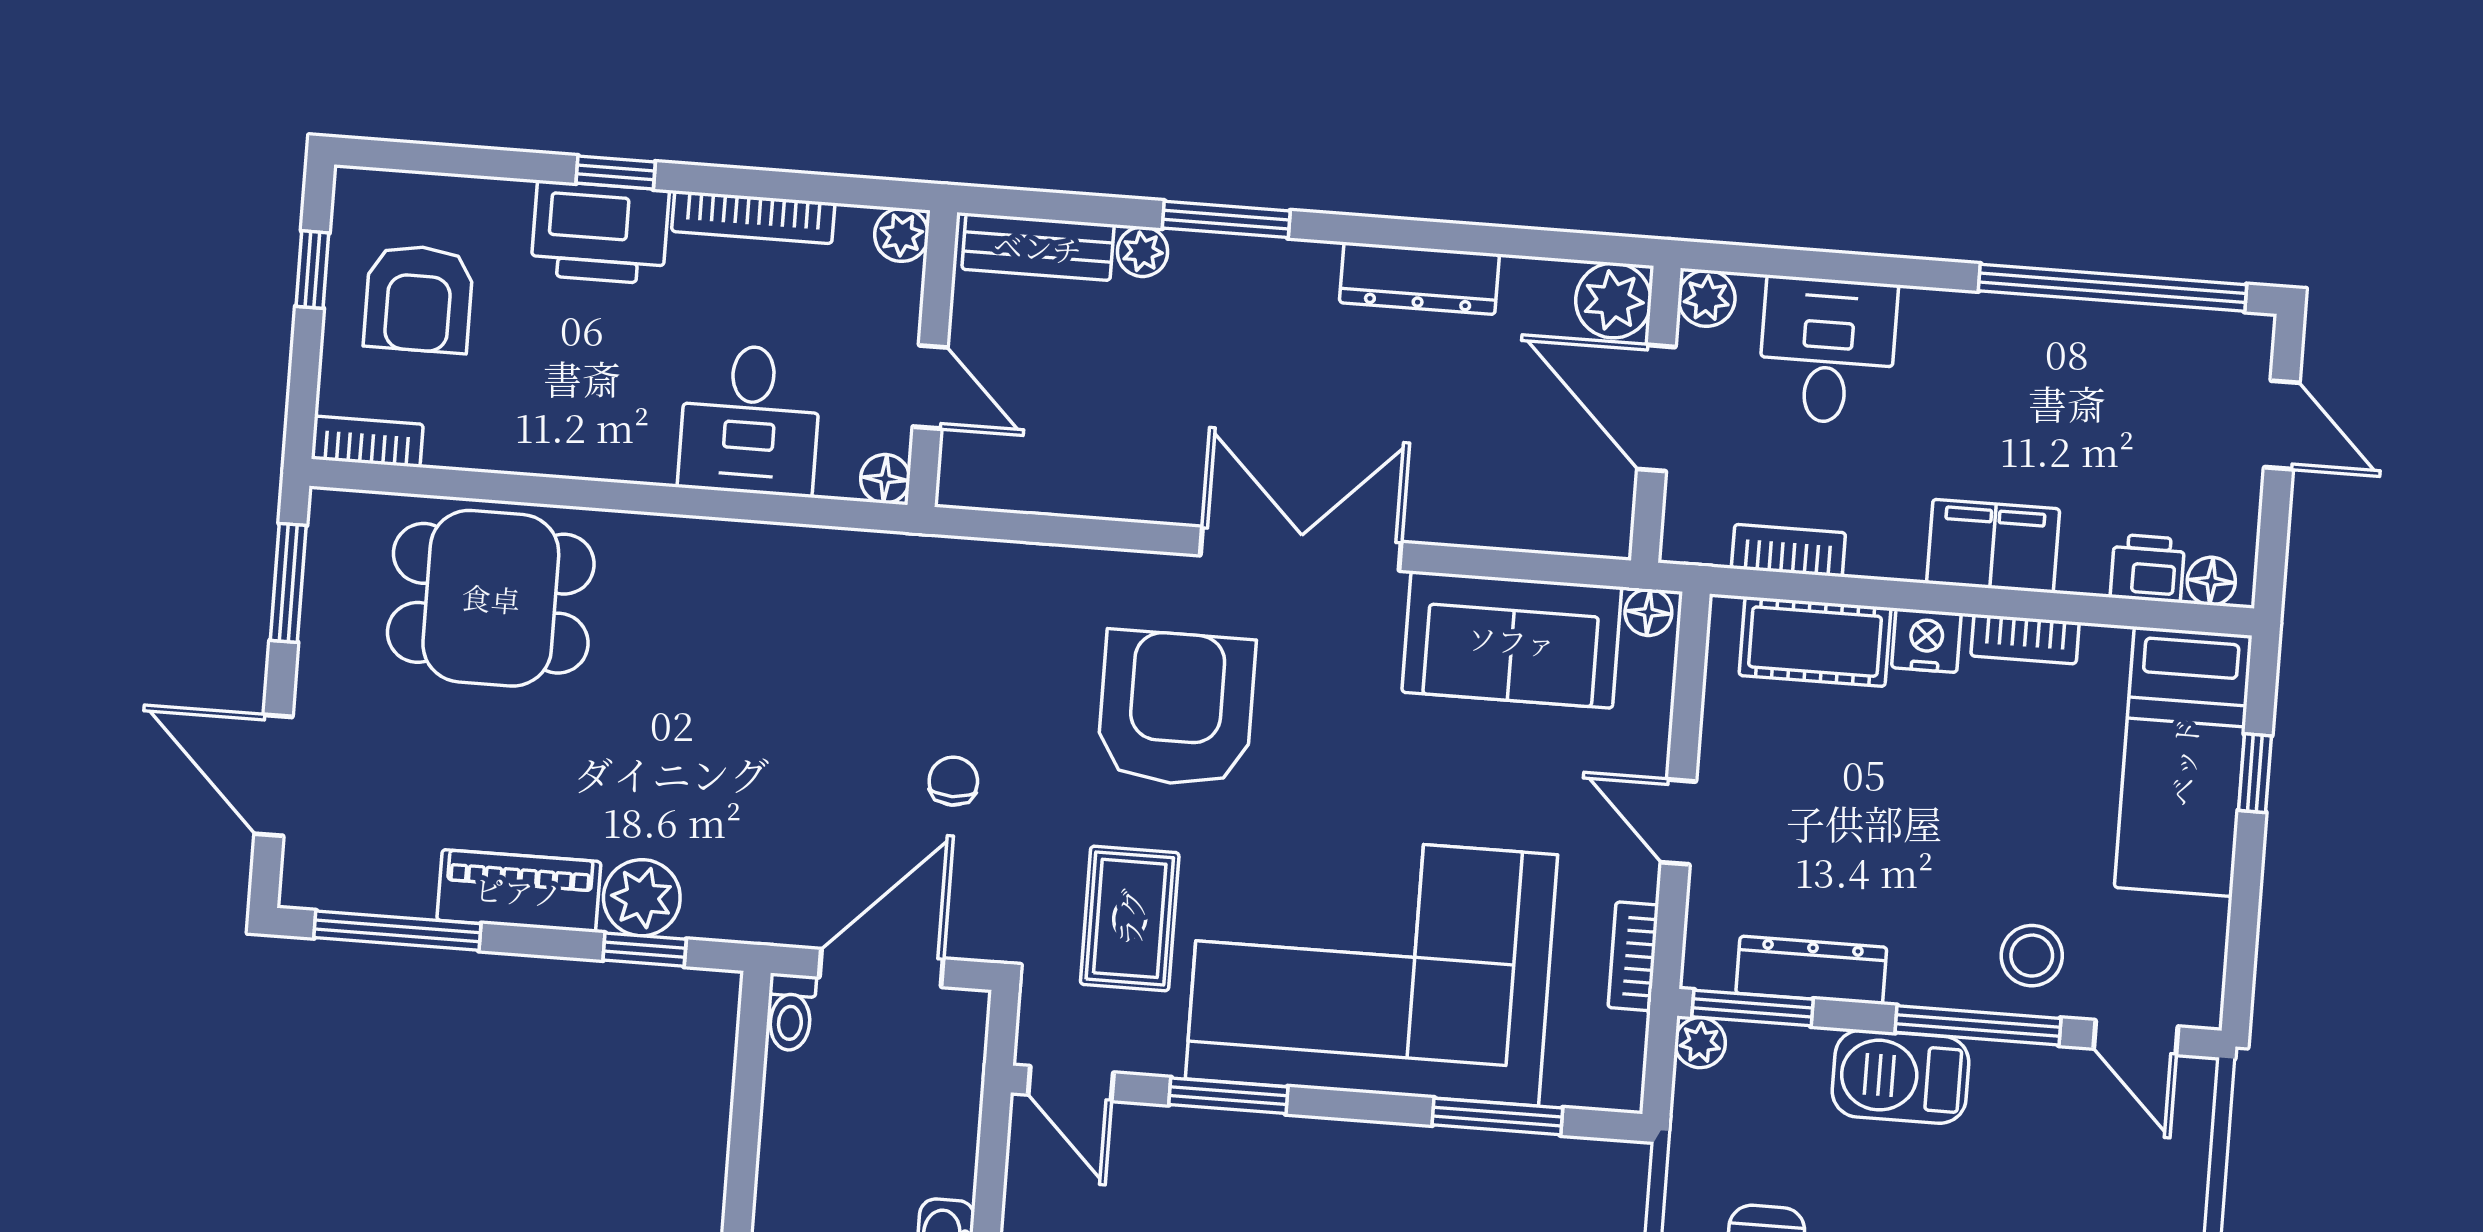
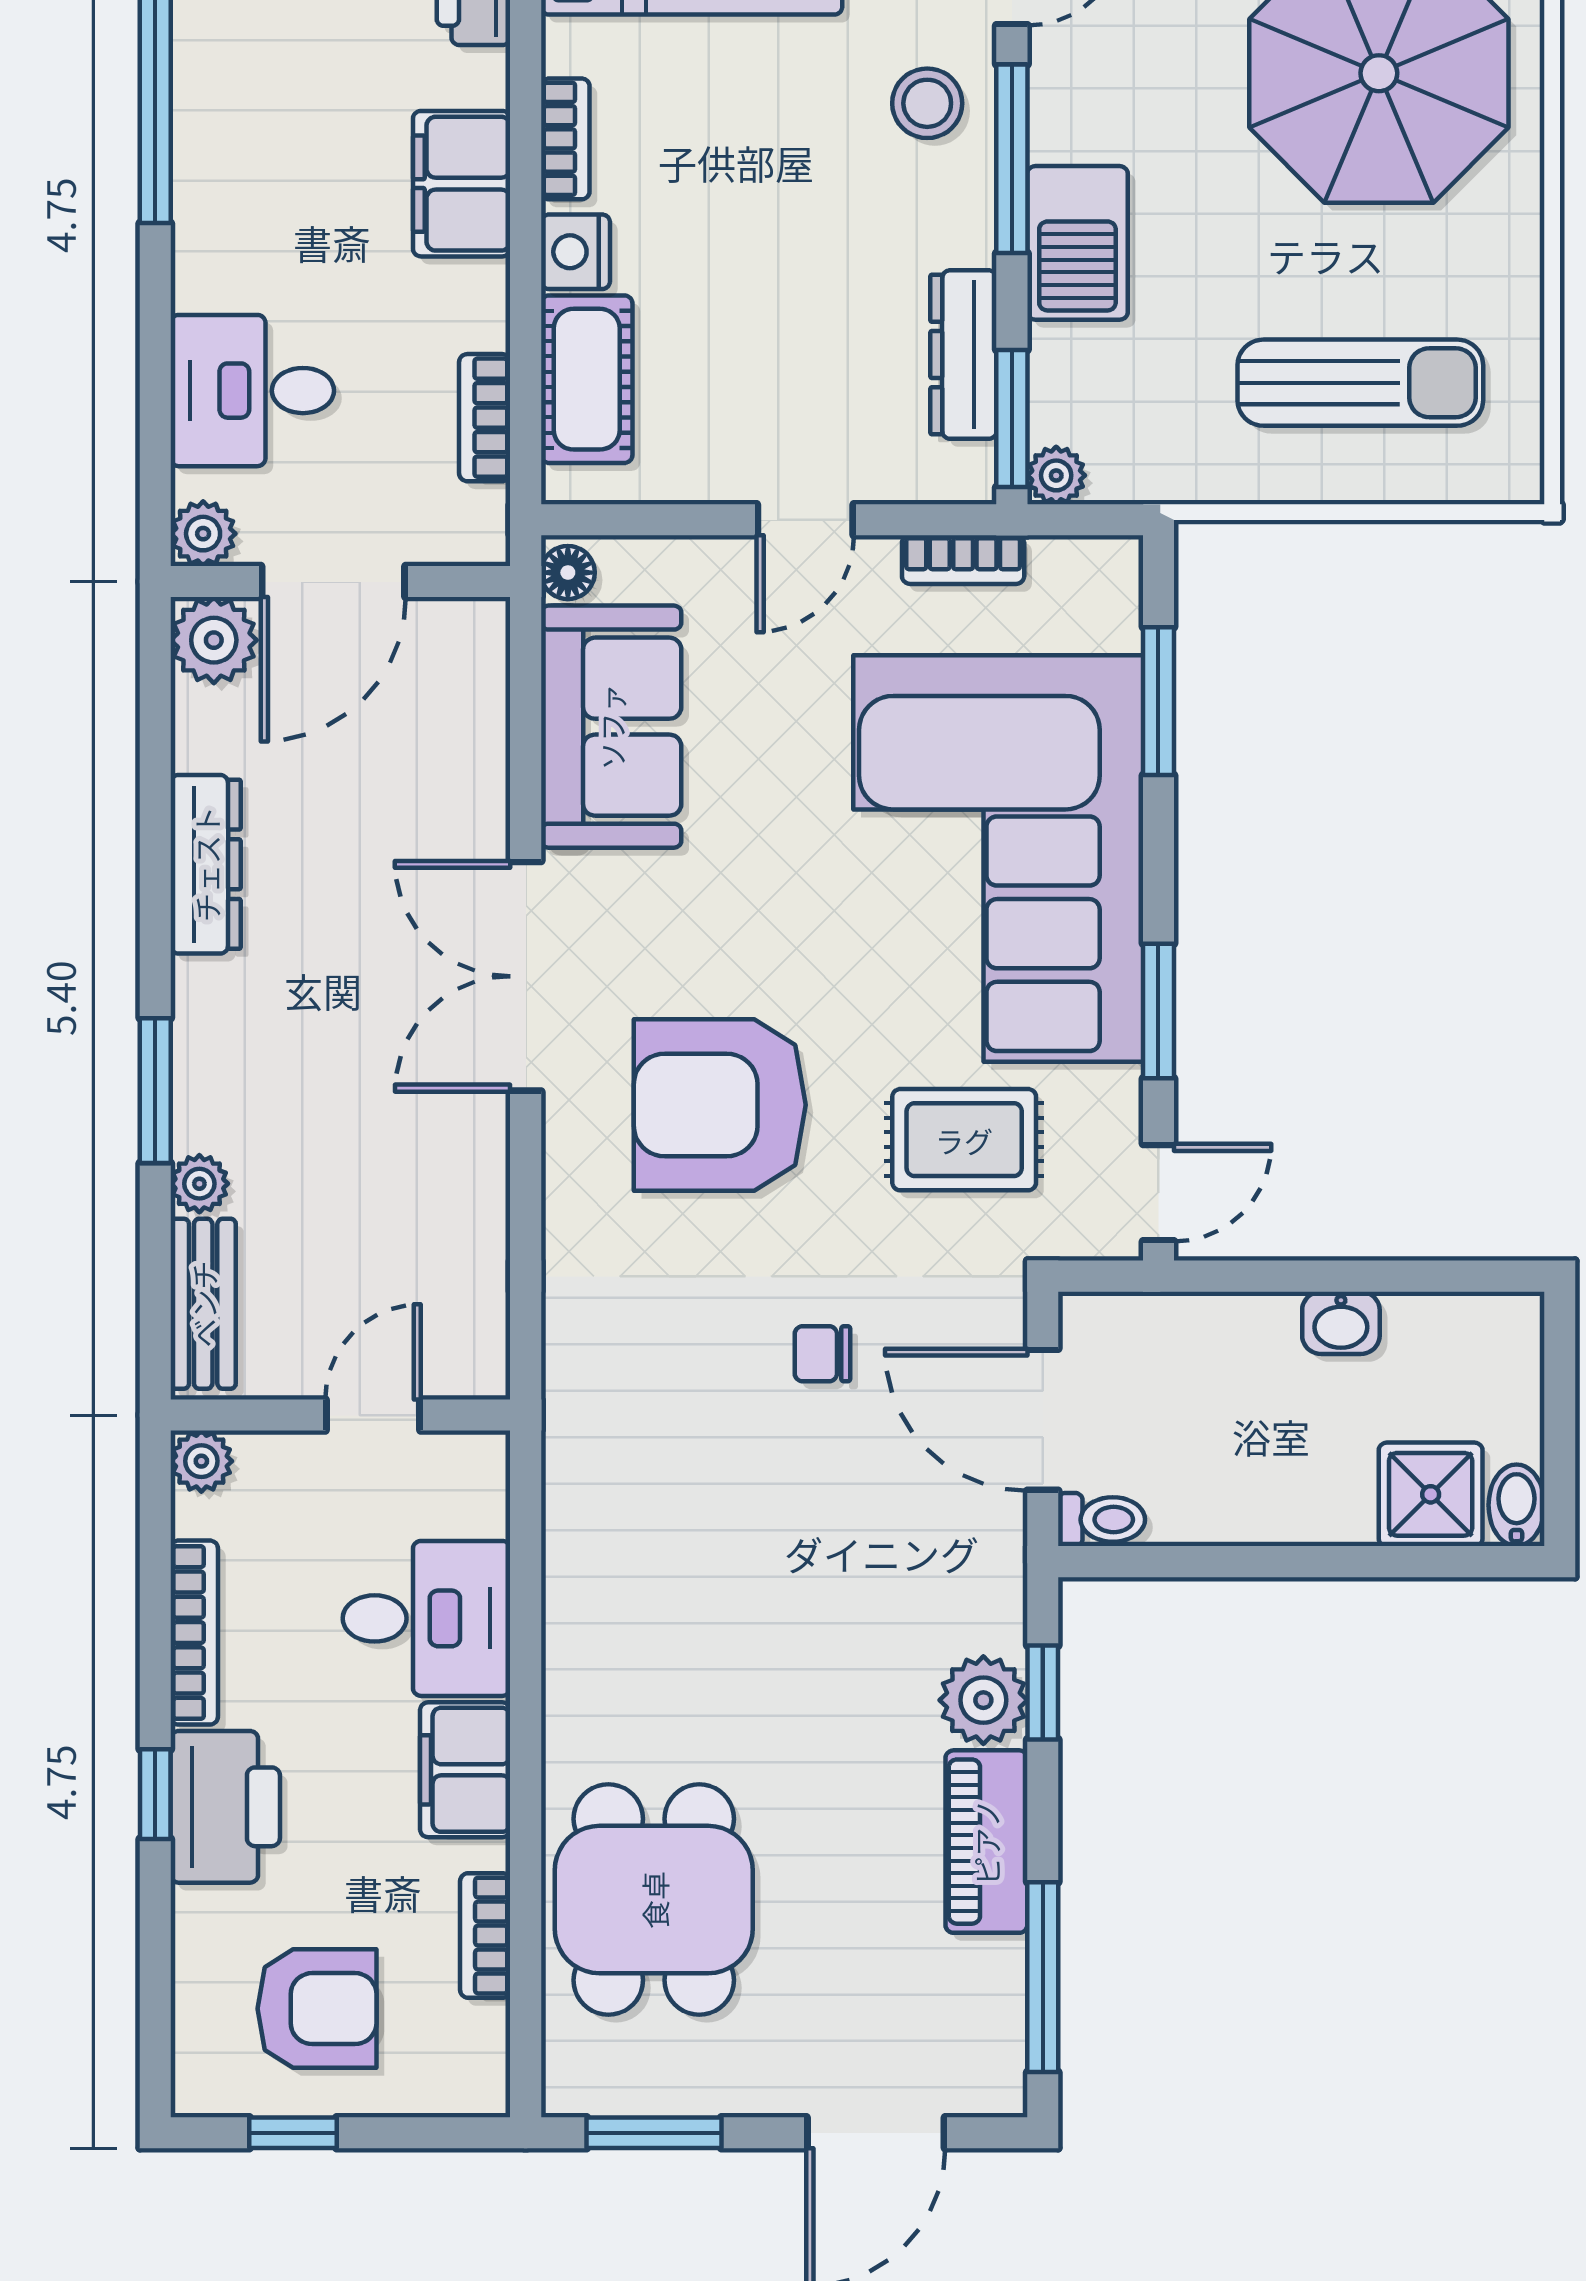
bookcase: (367, 442) -> (485, 1936), moved
filing cabinet: (616, 443) -> (465, 1770), added
floor lamp: (885, 479) -> (482, 1458), removed

